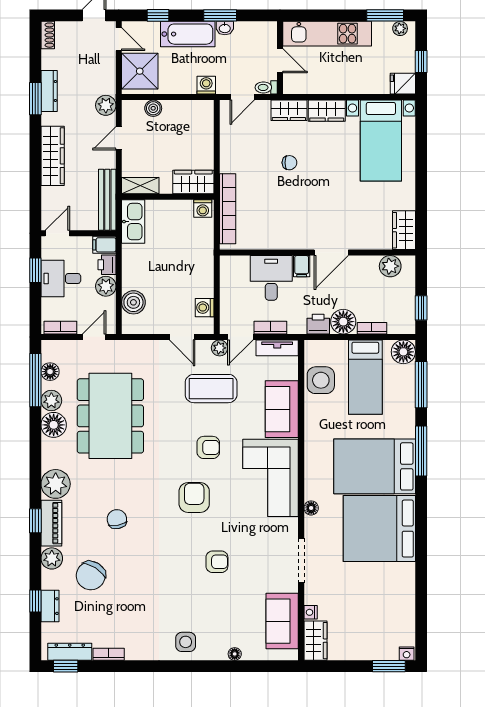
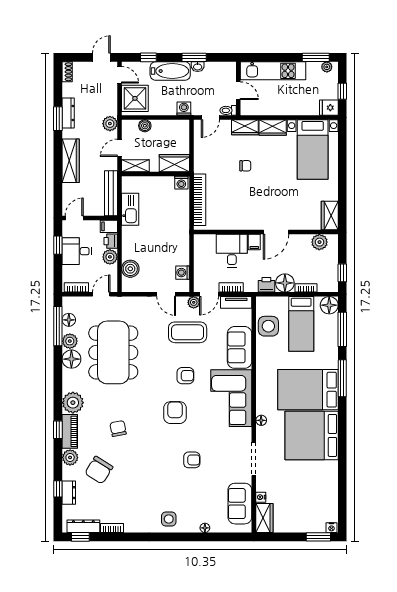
wardrobe: (193, 182) -> (174, 163), moved
shelving: (140, 186) -> (135, 166), moved
wall: (168, 197) -> (156, 174), moved
washing machine: (203, 209) -> (181, 183), moved

